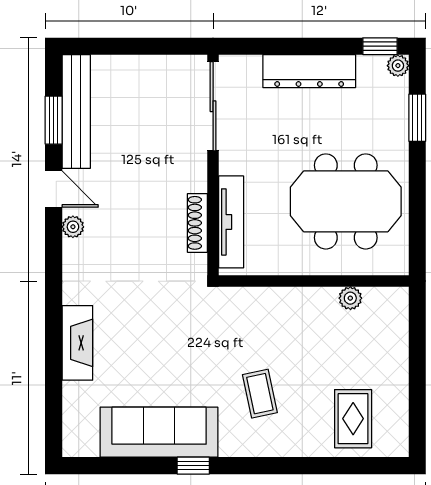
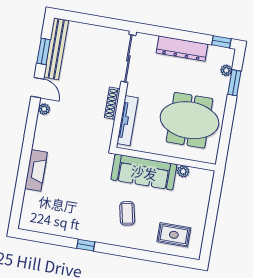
plant: (398, 66) -> (226, 70), moved
shoe rack: (197, 223) -> (112, 103), moved
rug: (353, 419) -> (174, 235), turned 90
sofa: (159, 432) -> (144, 172), moved, turned 180

